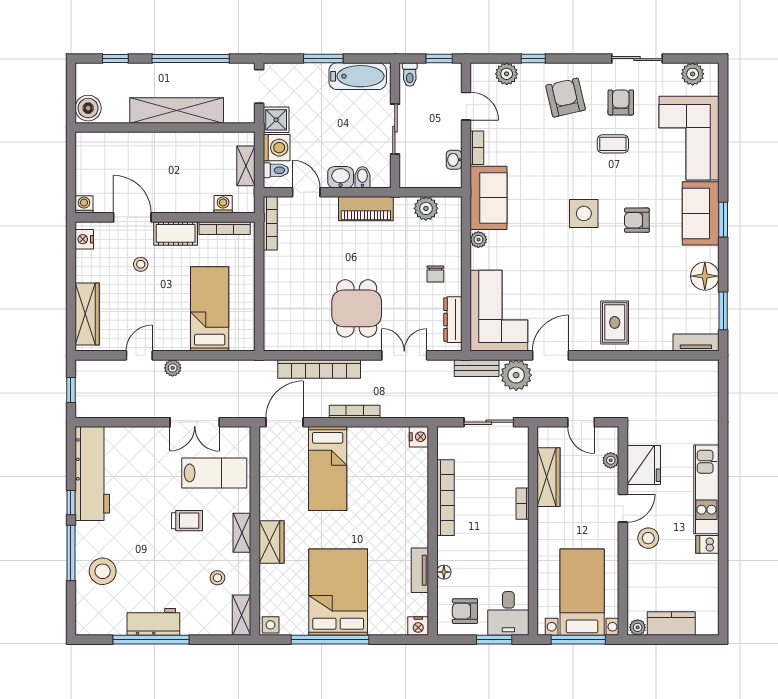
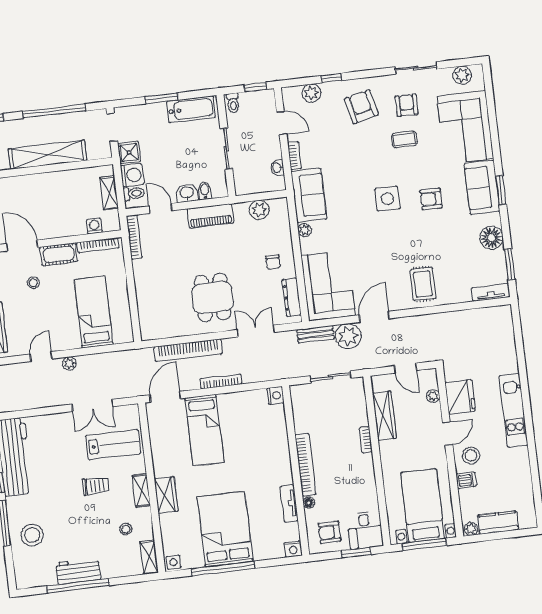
bookcase: (445, 498) -> (305, 465), moved
dishwasher: (707, 544) -> (466, 480), moved, turned 180

